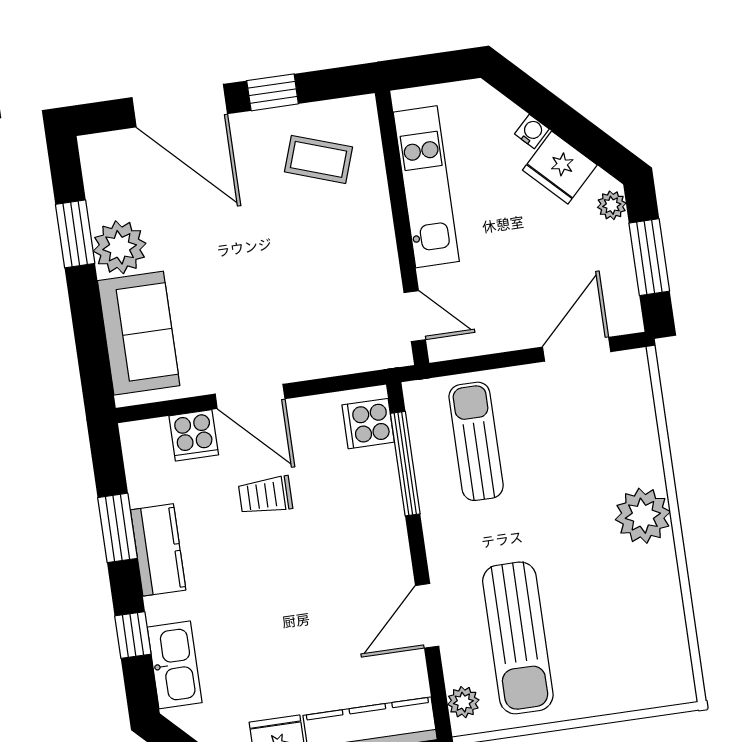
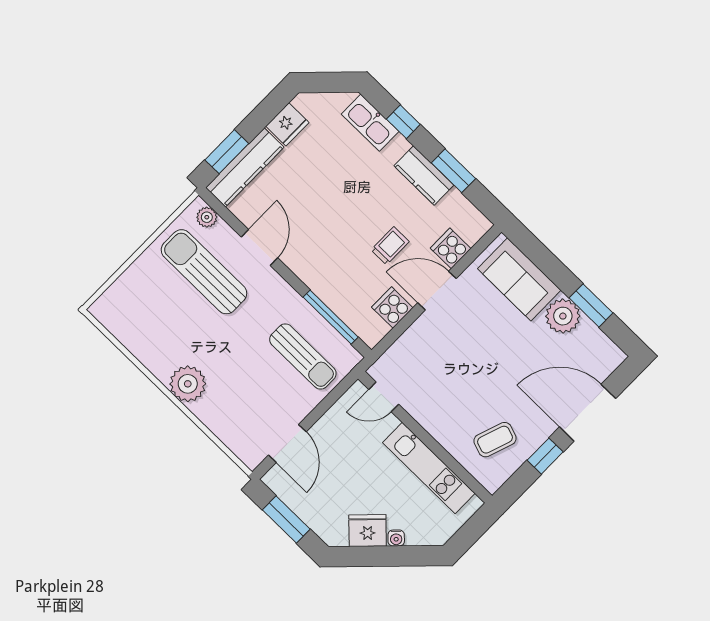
plant: (612, 205) -> (326, 531), removed
cooker: (368, 424) -> (392, 308), moved, turned -90

